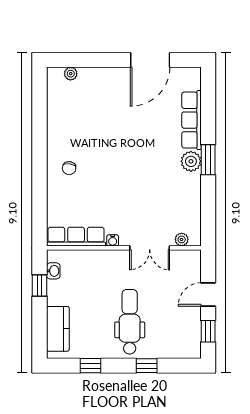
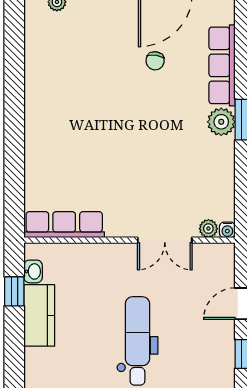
chair: (69, 168) -> (155, 61), moved
water cooler: (113, 240) -> (227, 230), moved
kitchen counter: (58, 329) -> (39, 315), moved

